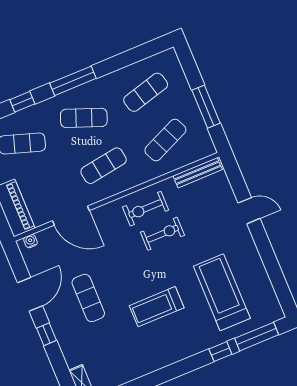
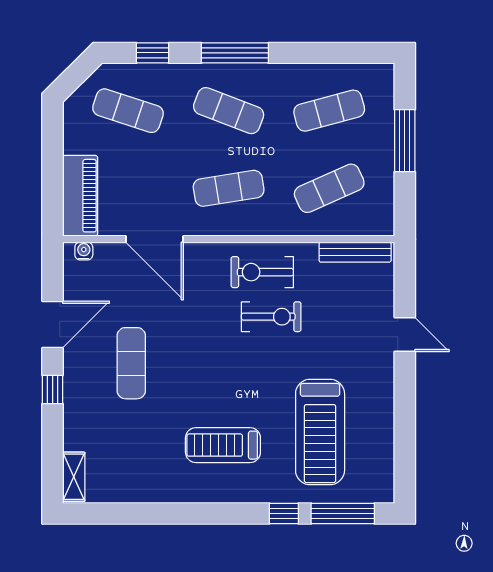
window: (206, 107) -> (405, 141), moved
treadmill: (222, 292) -> (320, 432), turned 180
treadmill: (157, 307) -> (223, 445), moved

